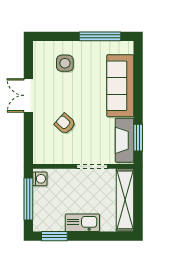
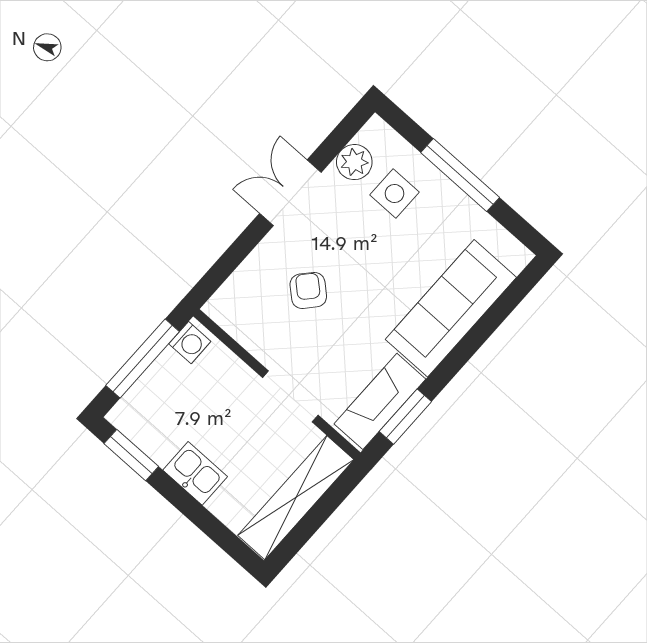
window: (100, 36) -> (460, 175), moved
plant: (41, 65) -> (354, 162), added
kitchen sink: (82, 223) -> (195, 473), width x0.73

